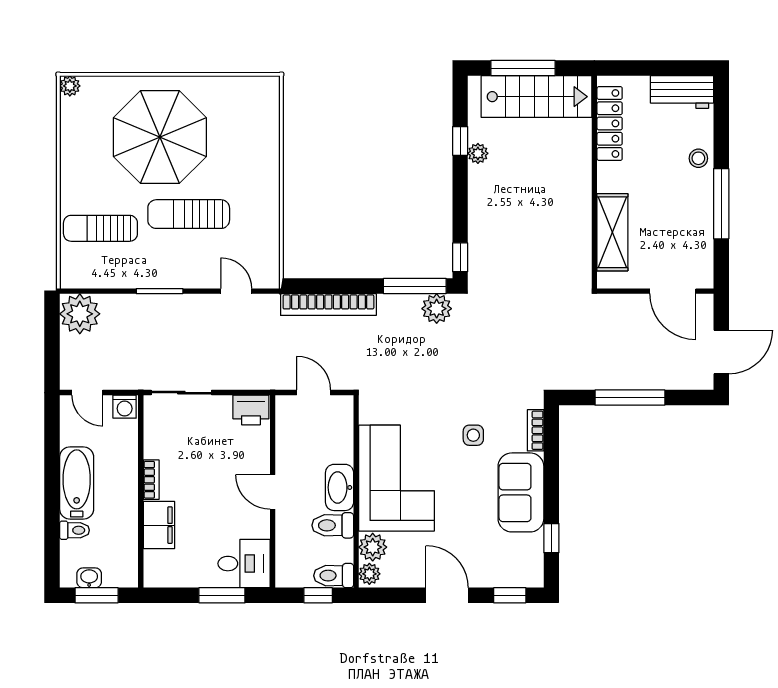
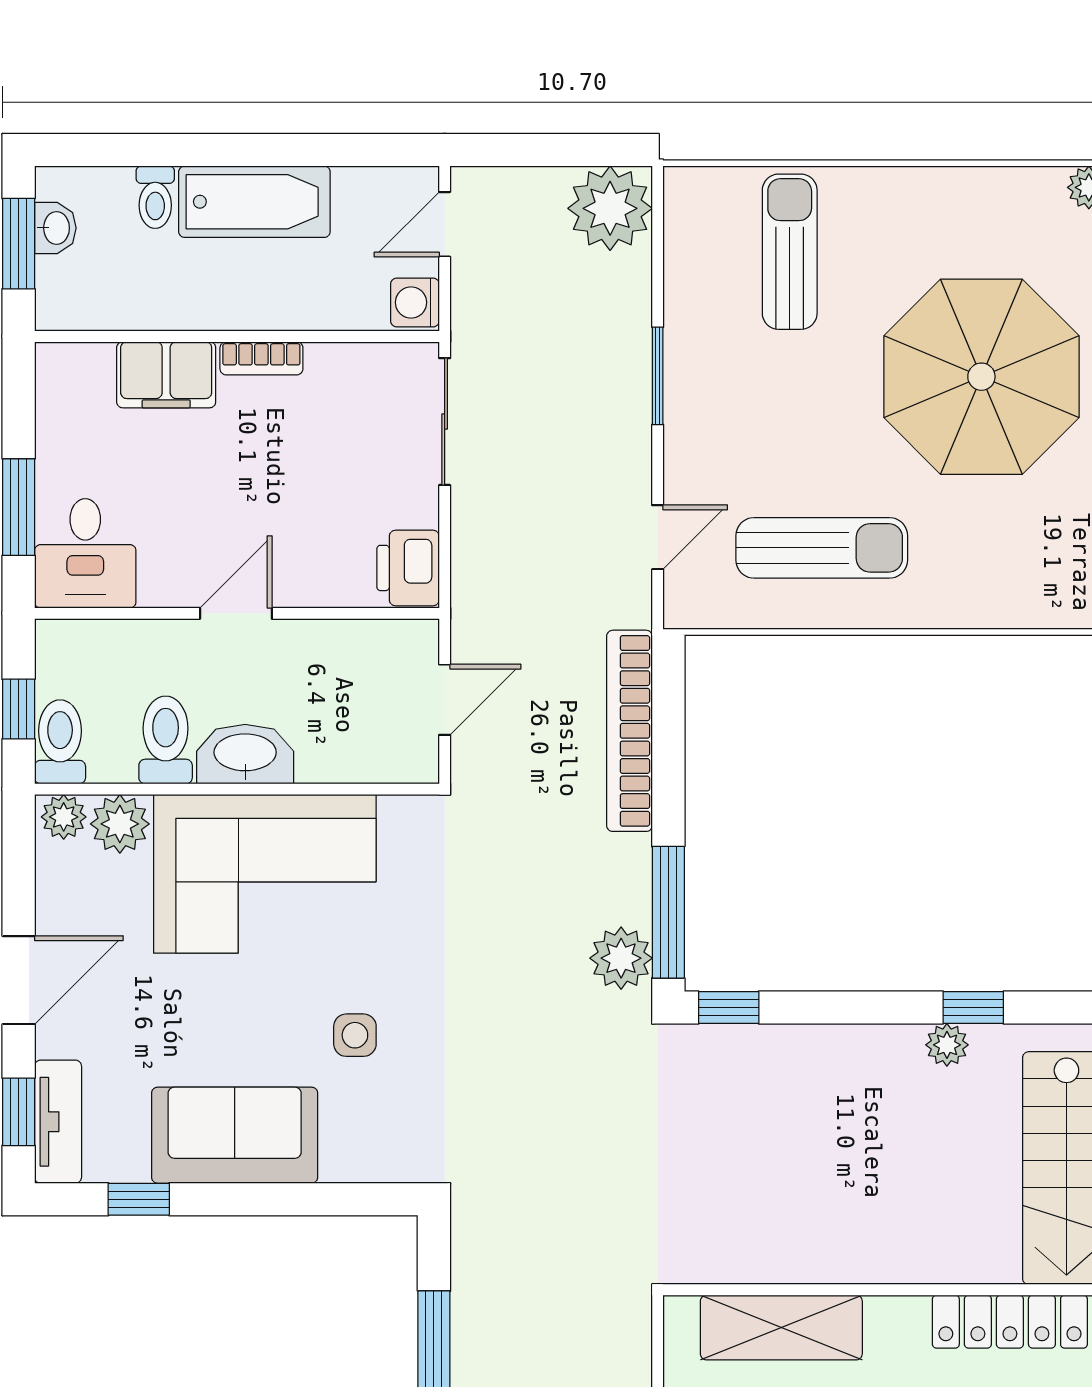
sun lounger: (189, 214) -> (822, 548), moved, turned 90
bookcase: (536, 430) -> (365, 1166), removed
tv unit: (514, 577) -> (58, 1122), added

